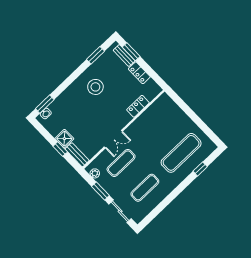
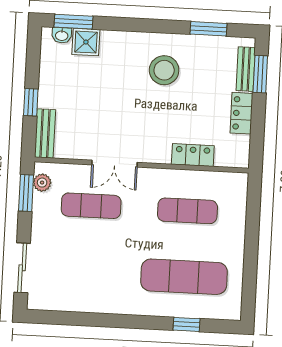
shower: (64, 139) -> (86, 42), moved
exercise mat: (145, 188) -> (187, 211), moved
window: (100, 191) -> (26, 193), moved

